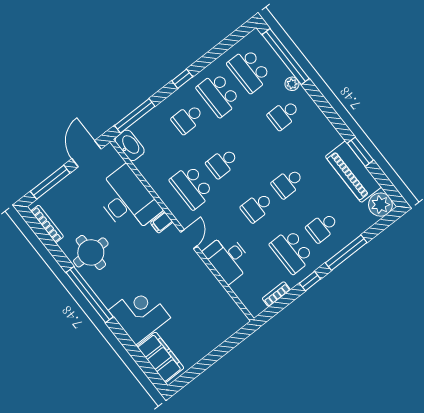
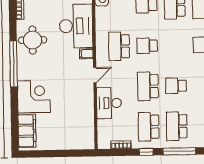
school desk: (257, 207) -> (148, 86), width x1.85
school desk: (322, 227) -> (177, 126), width x1.85

